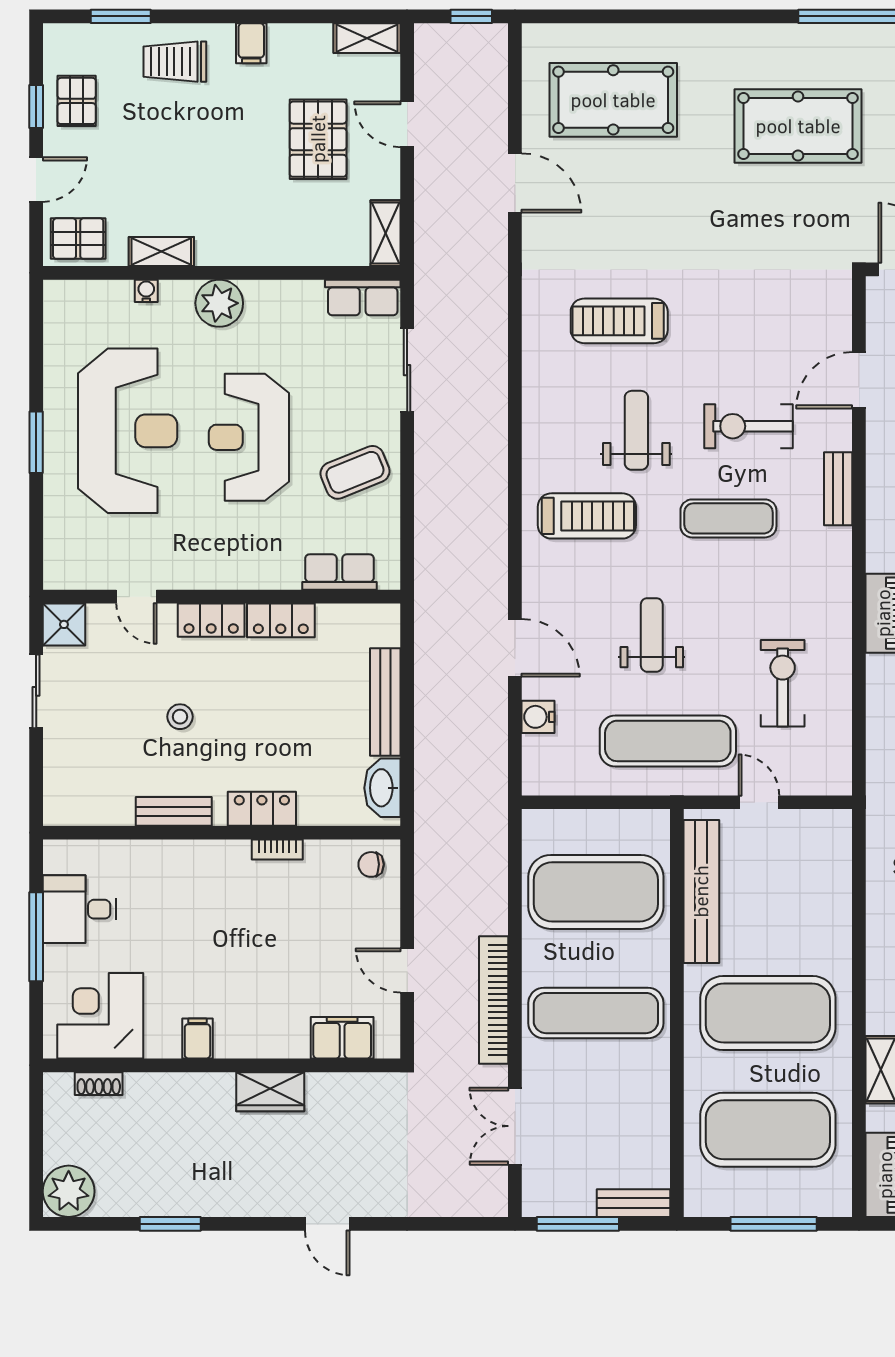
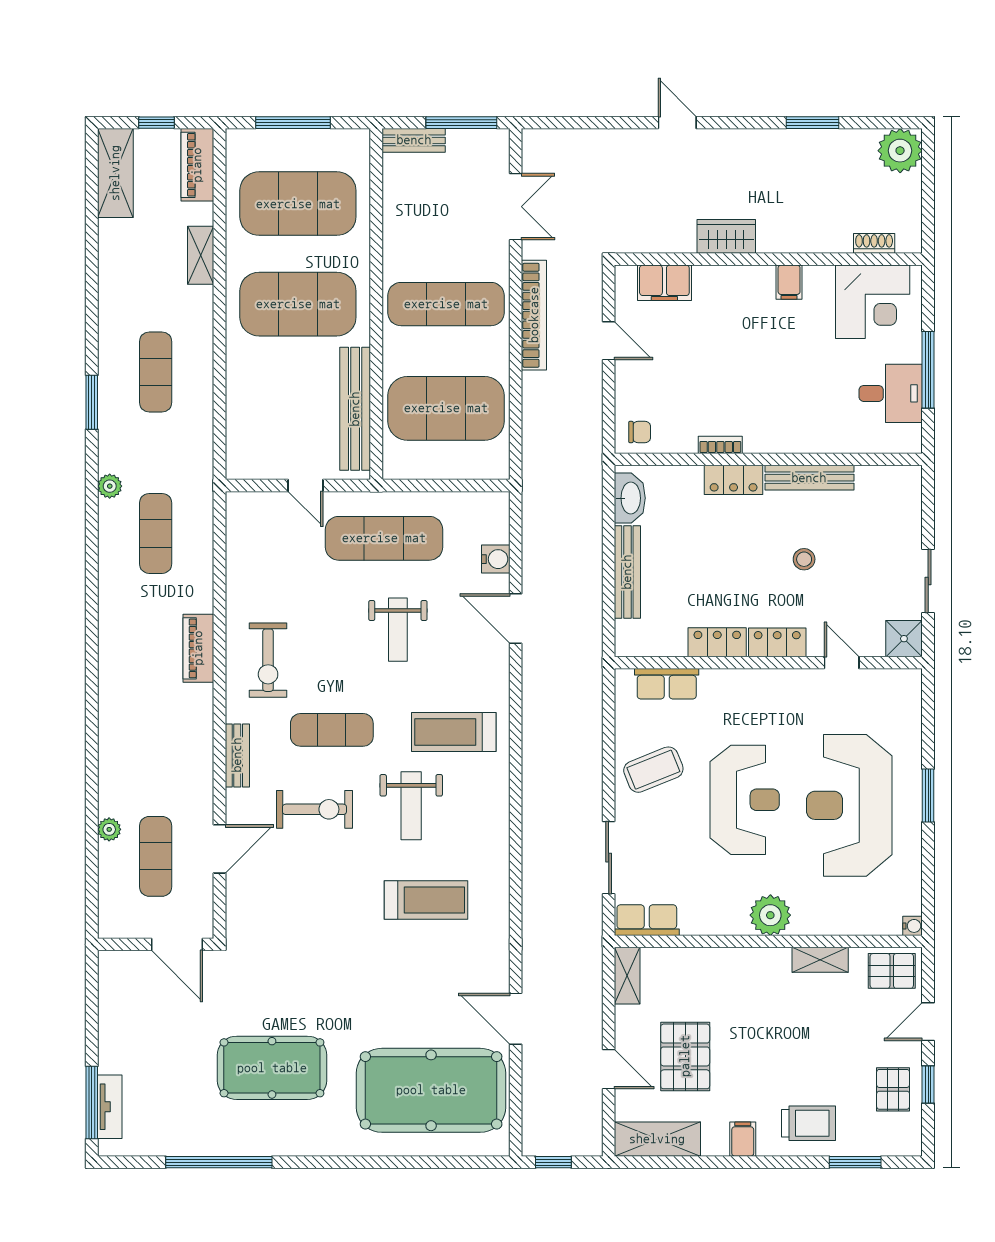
shelving: (367, 38) -> (657, 1139), width x1.50, depth x1.33
pool table: (613, 100) -> (431, 1090), width x1.36, depth x1.32
water cooler: (146, 291) -> (912, 926), moved, turned -90
exercise bike: (783, 683) -> (268, 660), moved
bench: (174, 811) -> (809, 478), width x1.36

